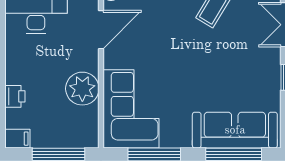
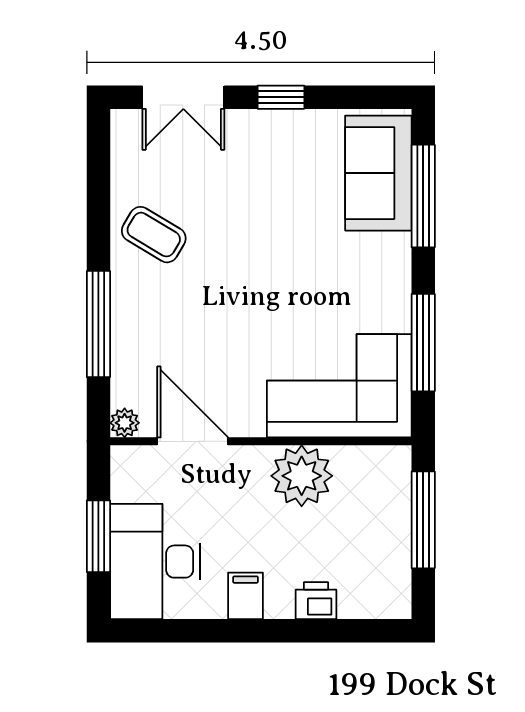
sofa: (235, 130) -> (378, 173), width x0.73
filing cabinet: (17, 139) -> (245, 596), moved

